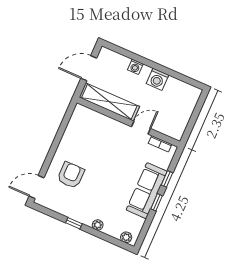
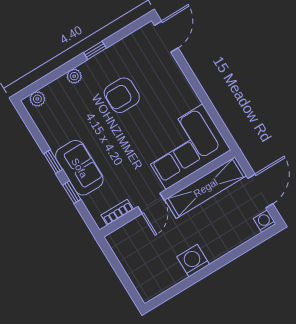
washing machine: (135, 67) -> (265, 221), moved
corner sofa: (94, 131) -> (184, 147), added
armchair: (71, 175) -> (122, 95), moved, turned 90
sofa: (147, 191) -> (79, 168), width x0.73

